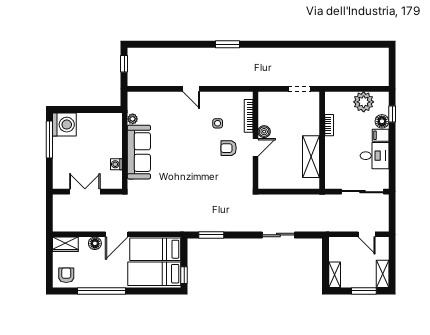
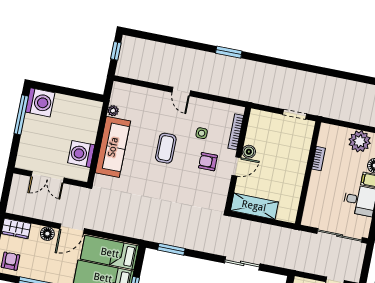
coffee table: (188, 144) -> (166, 148), added
shelving: (311, 157) -> (254, 206), moved, turned 90
washing machine: (116, 164) -> (81, 154), width x1.89, depth x1.89
double door: (85, 192) -> (48, 177), swing flipped

